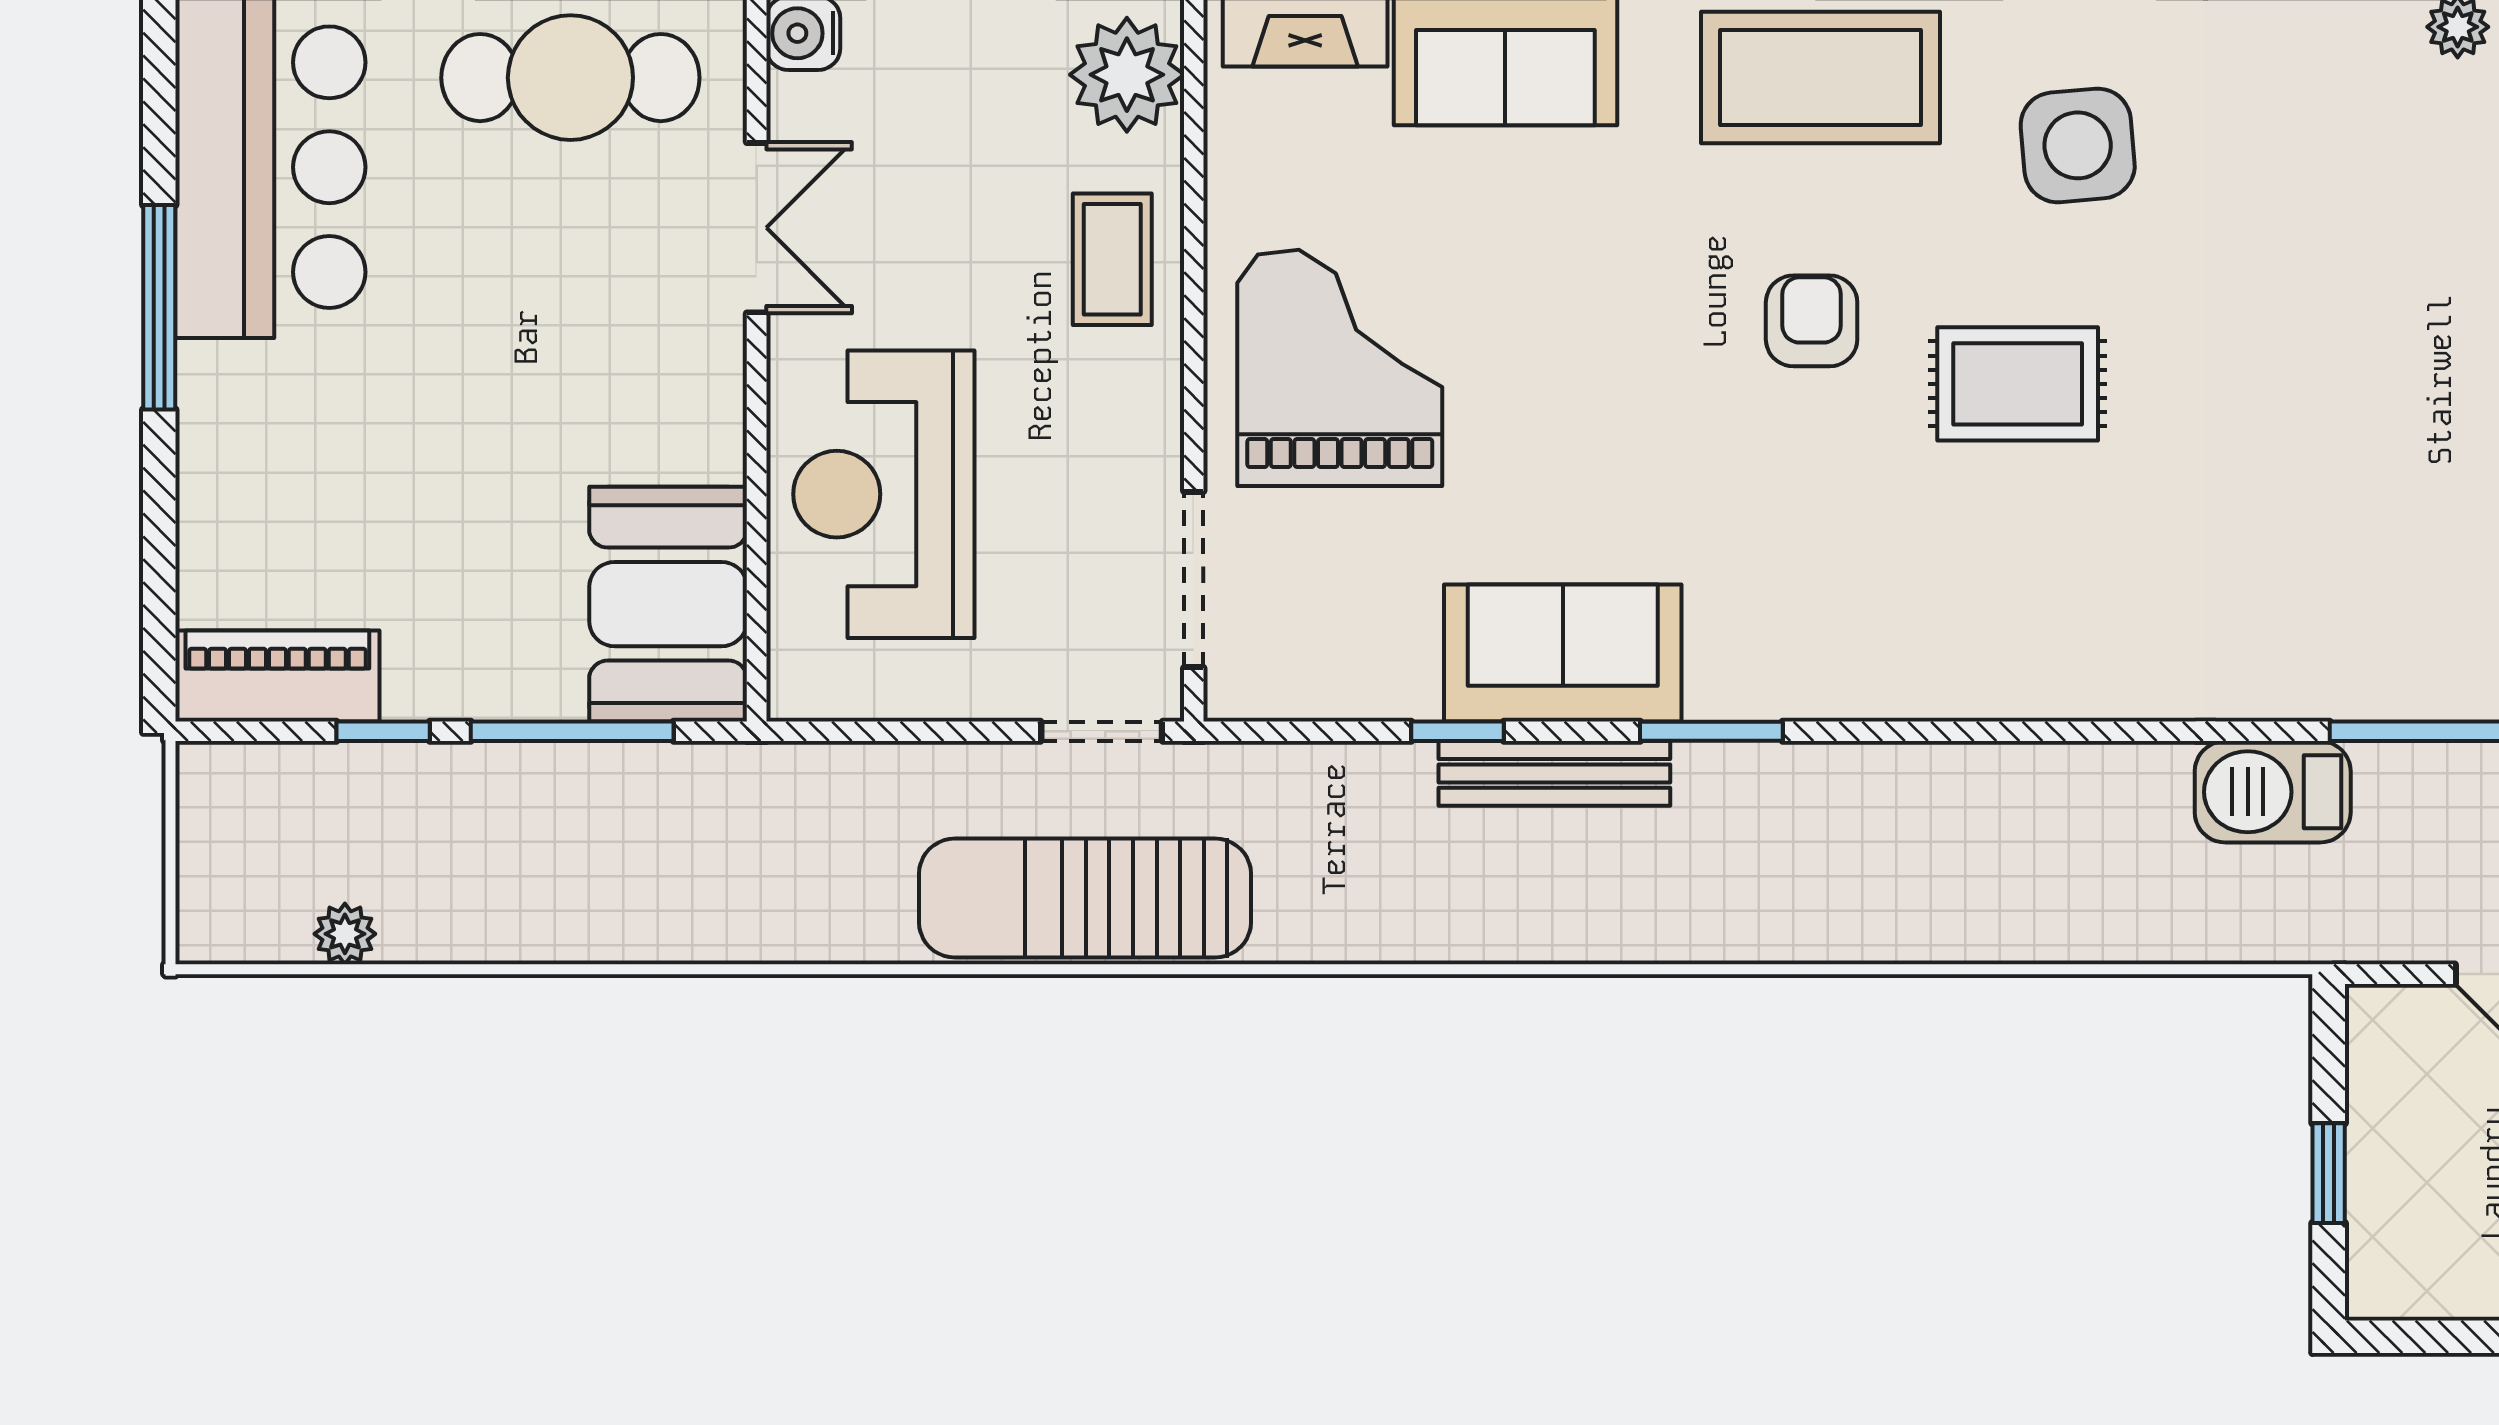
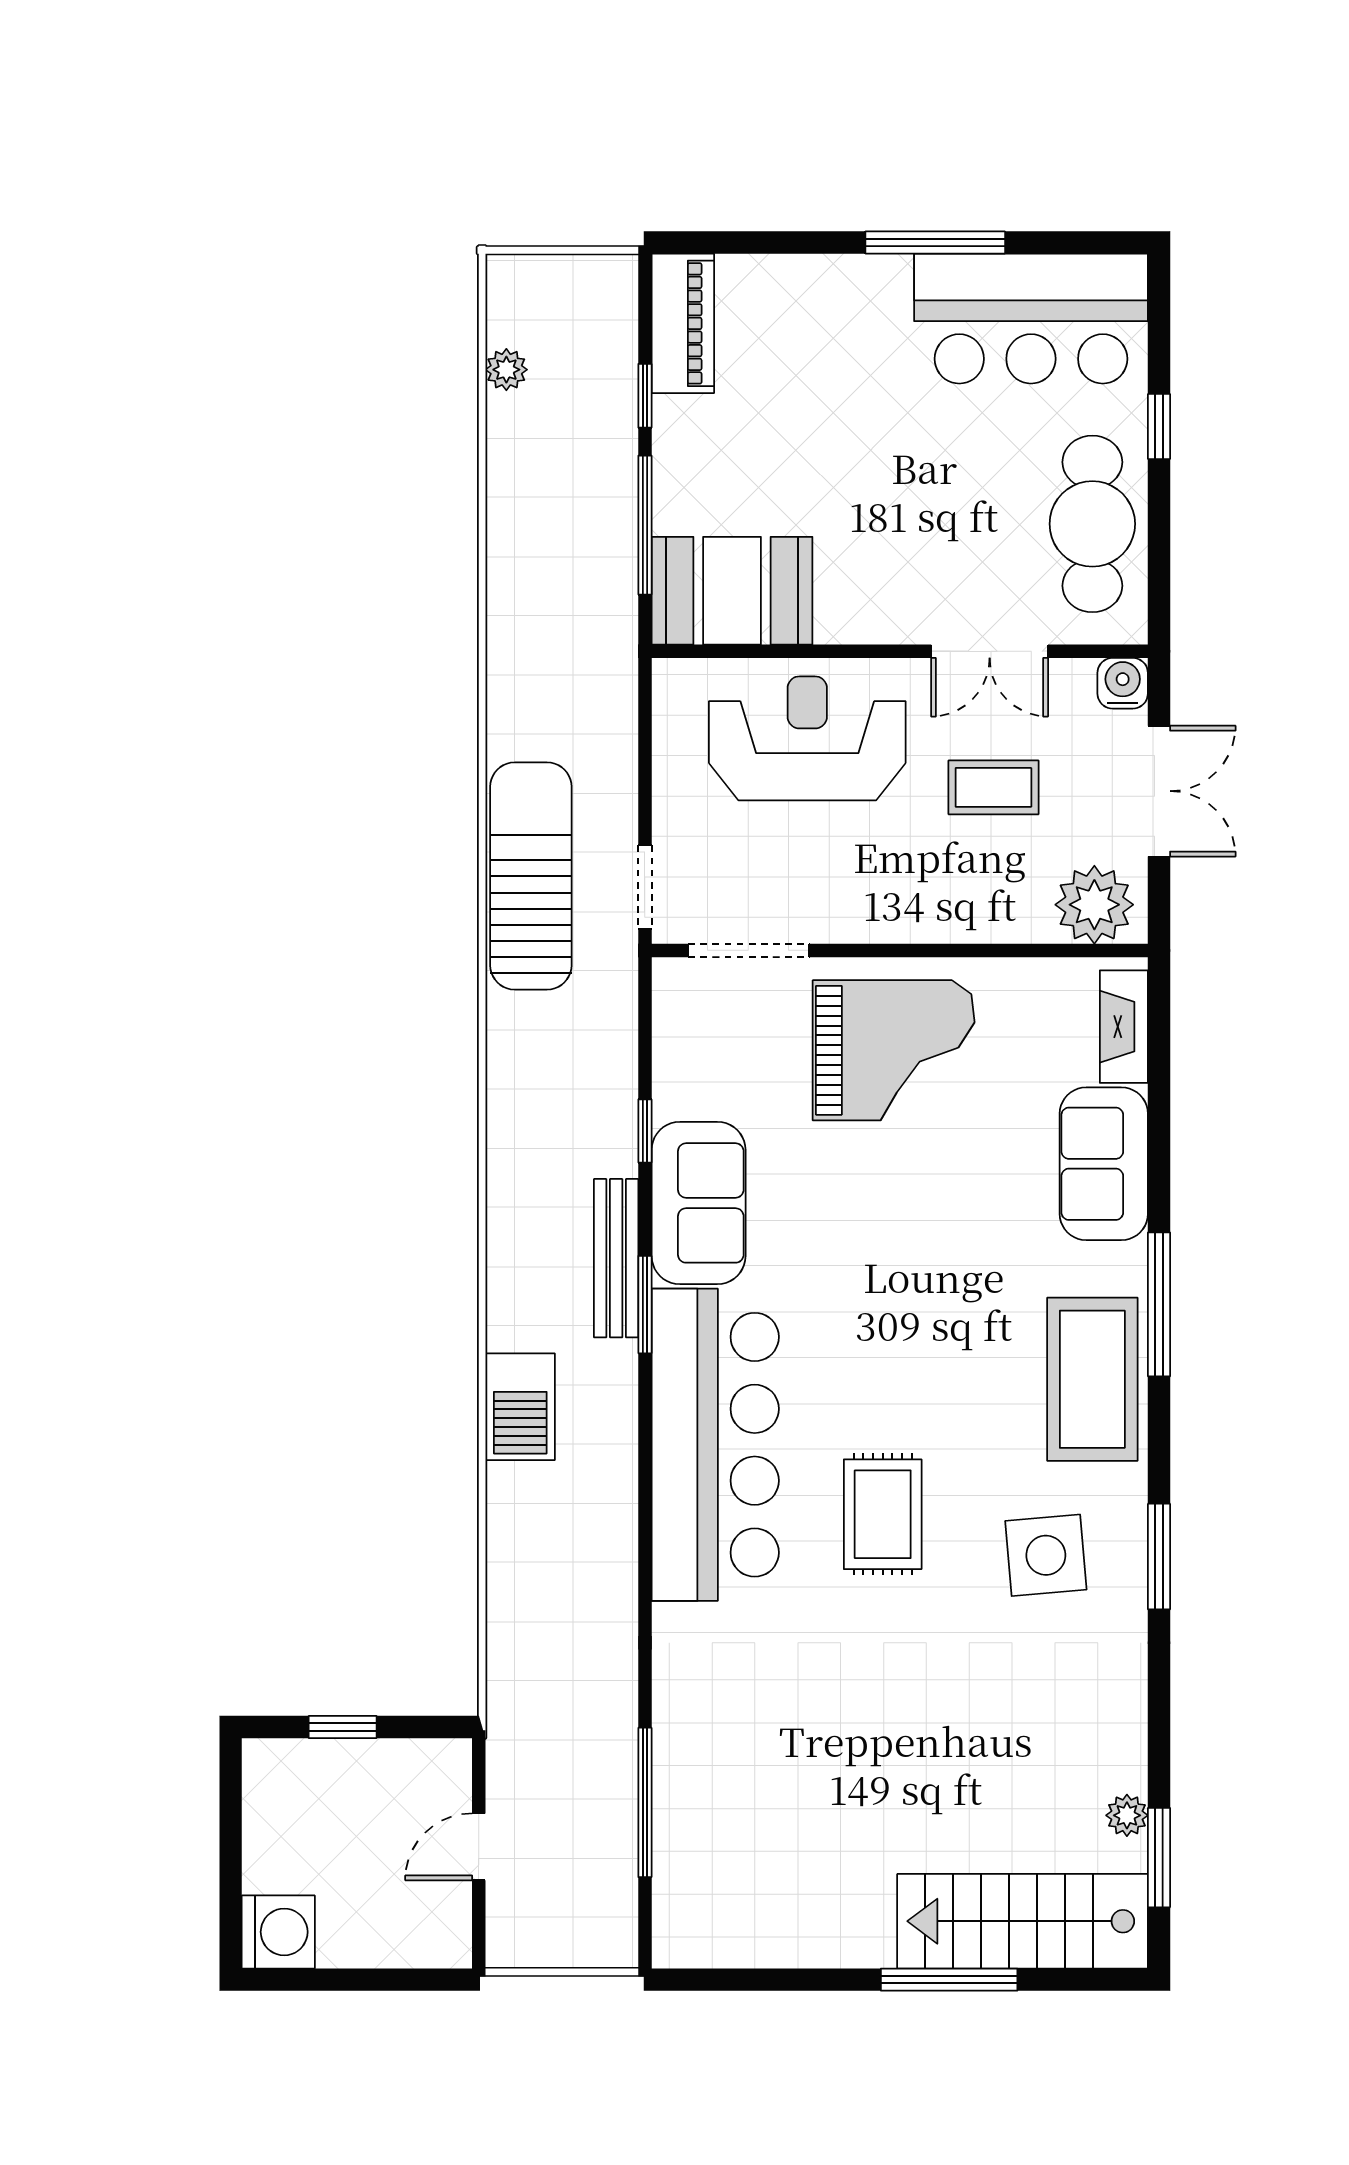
coffee table: (1112, 259) -> (993, 787), moved
armchair: (1812, 321) -> (926, 1373), removed
bar counter: (1916, 629) -> (715, 1445), added
bench: (1554, 773) -> (616, 1258), moved
barbecue: (2273, 792) -> (520, 1407), moved, turned 180

